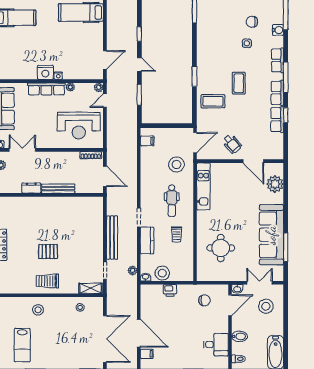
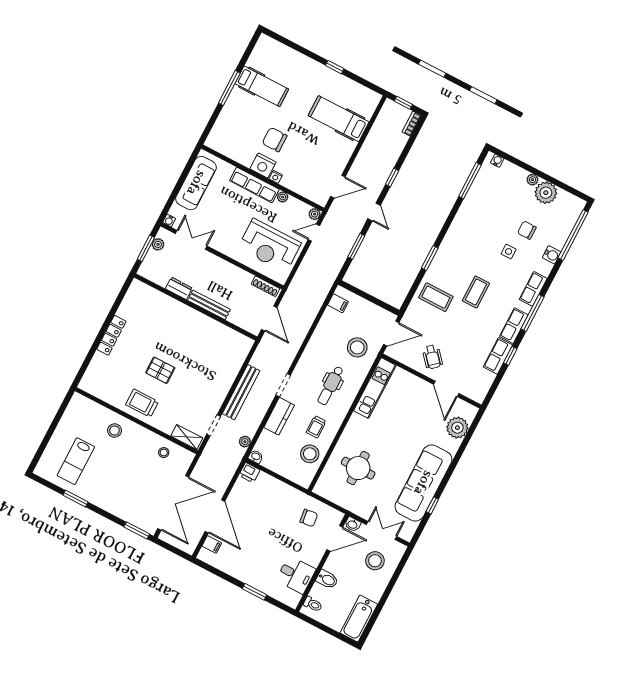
chair: (44, 50) -> (275, 140), added
window: (286, 247) -> (432, 505), width x0.46
stool: (162, 273) -> (310, 454), moved
printer: (170, 290) -> (249, 473), moved

